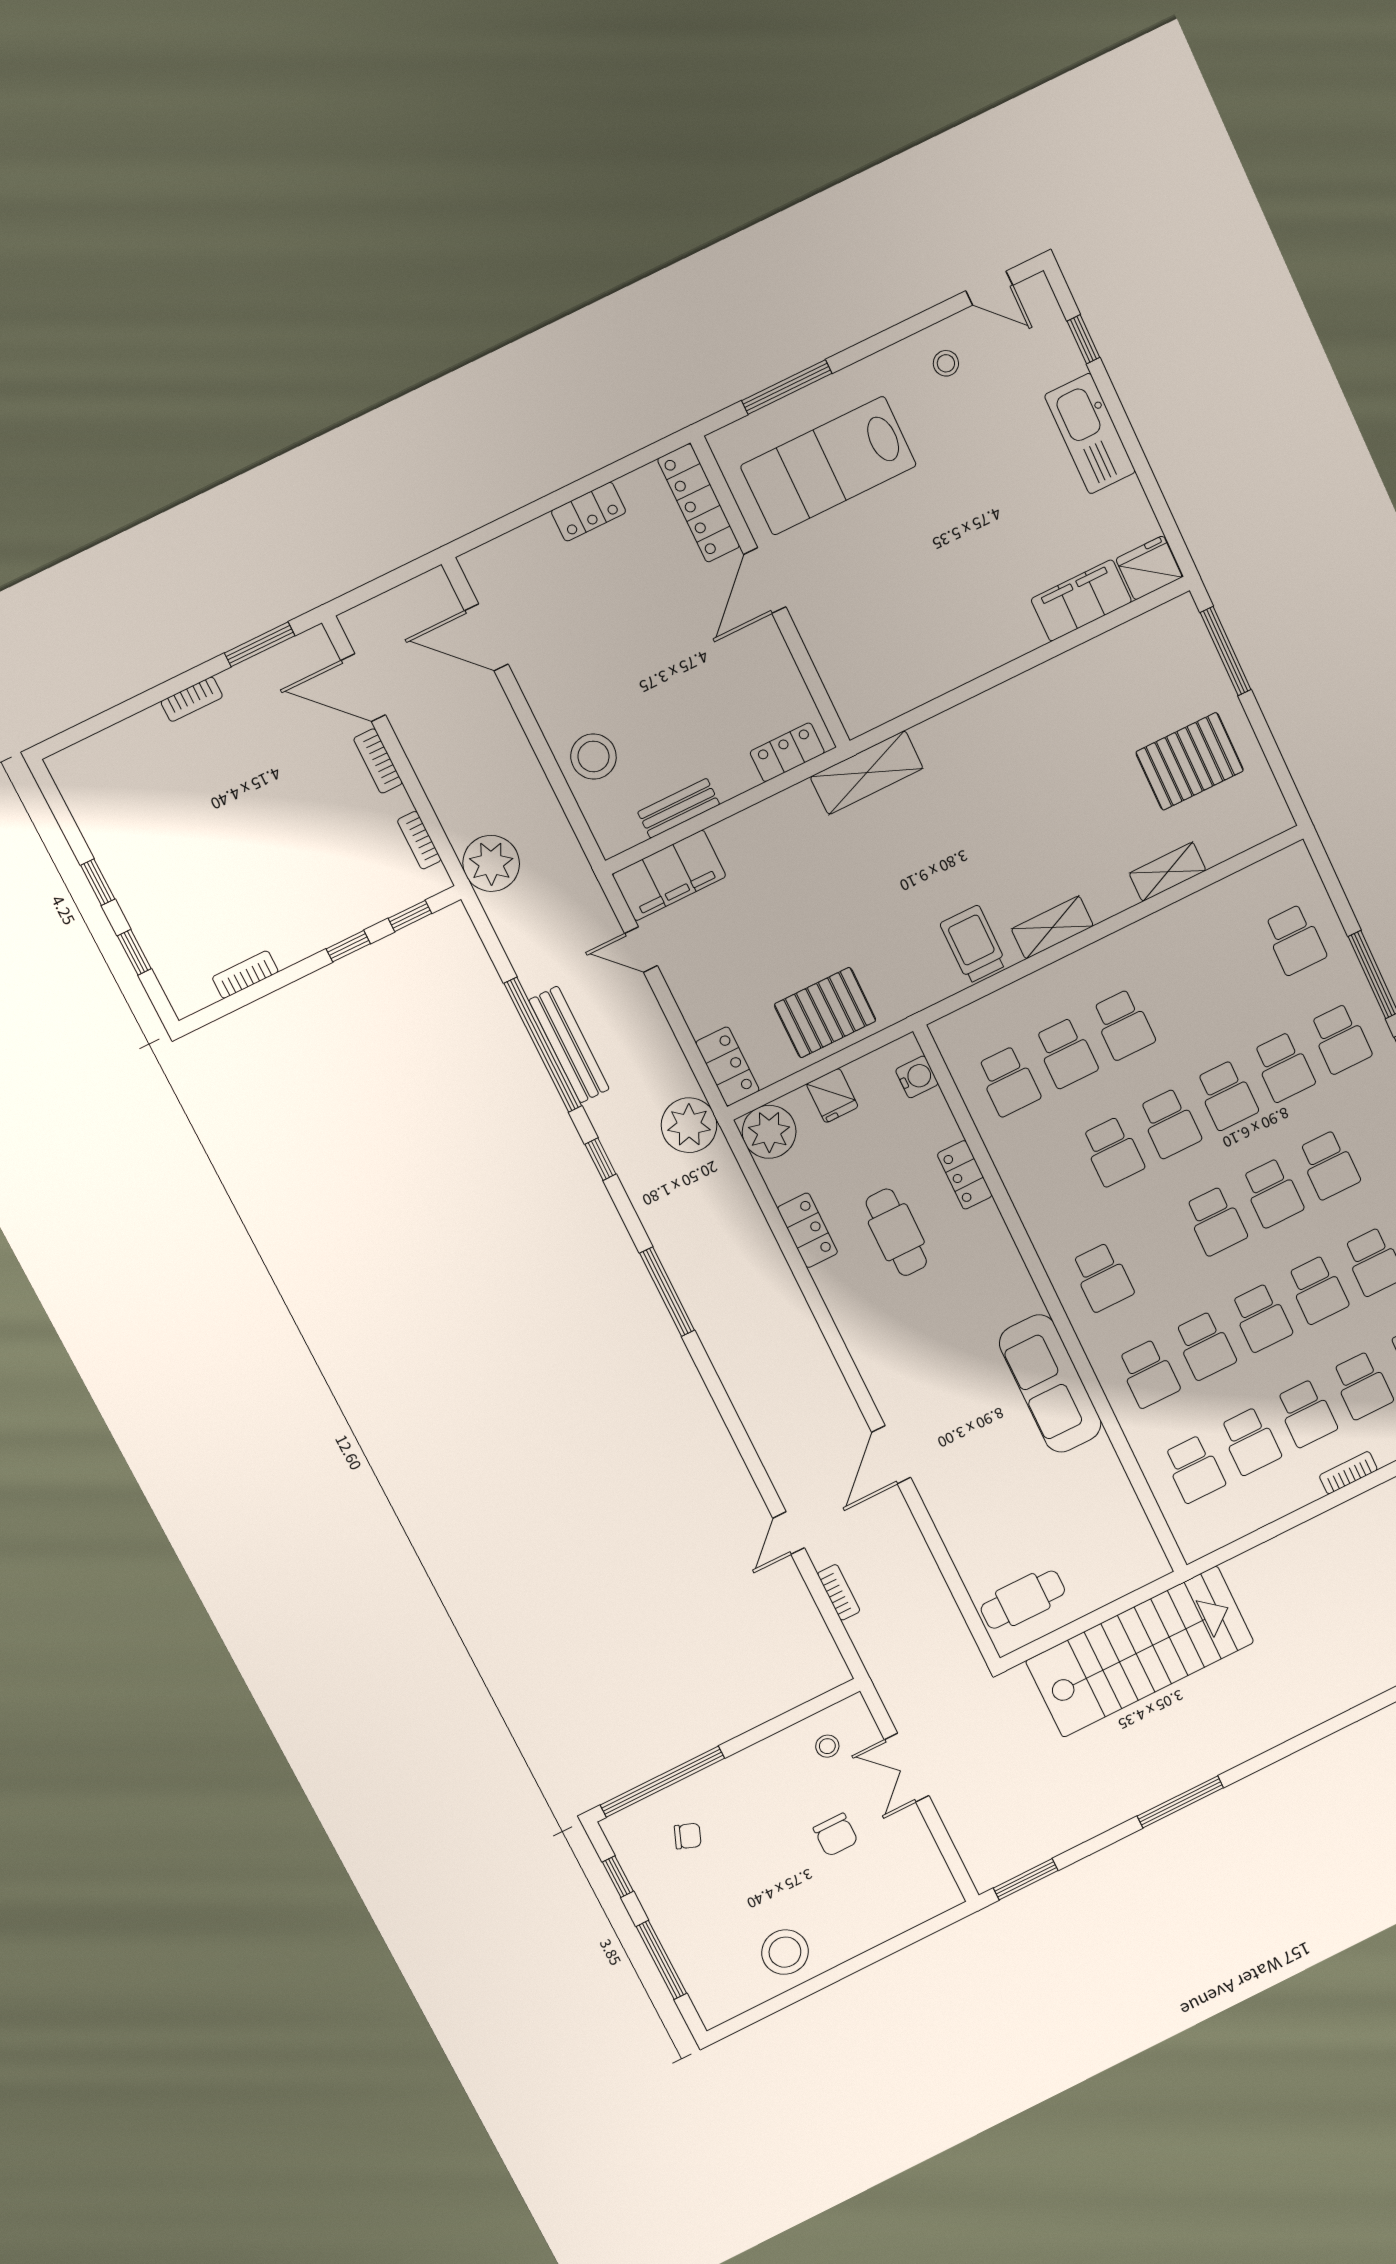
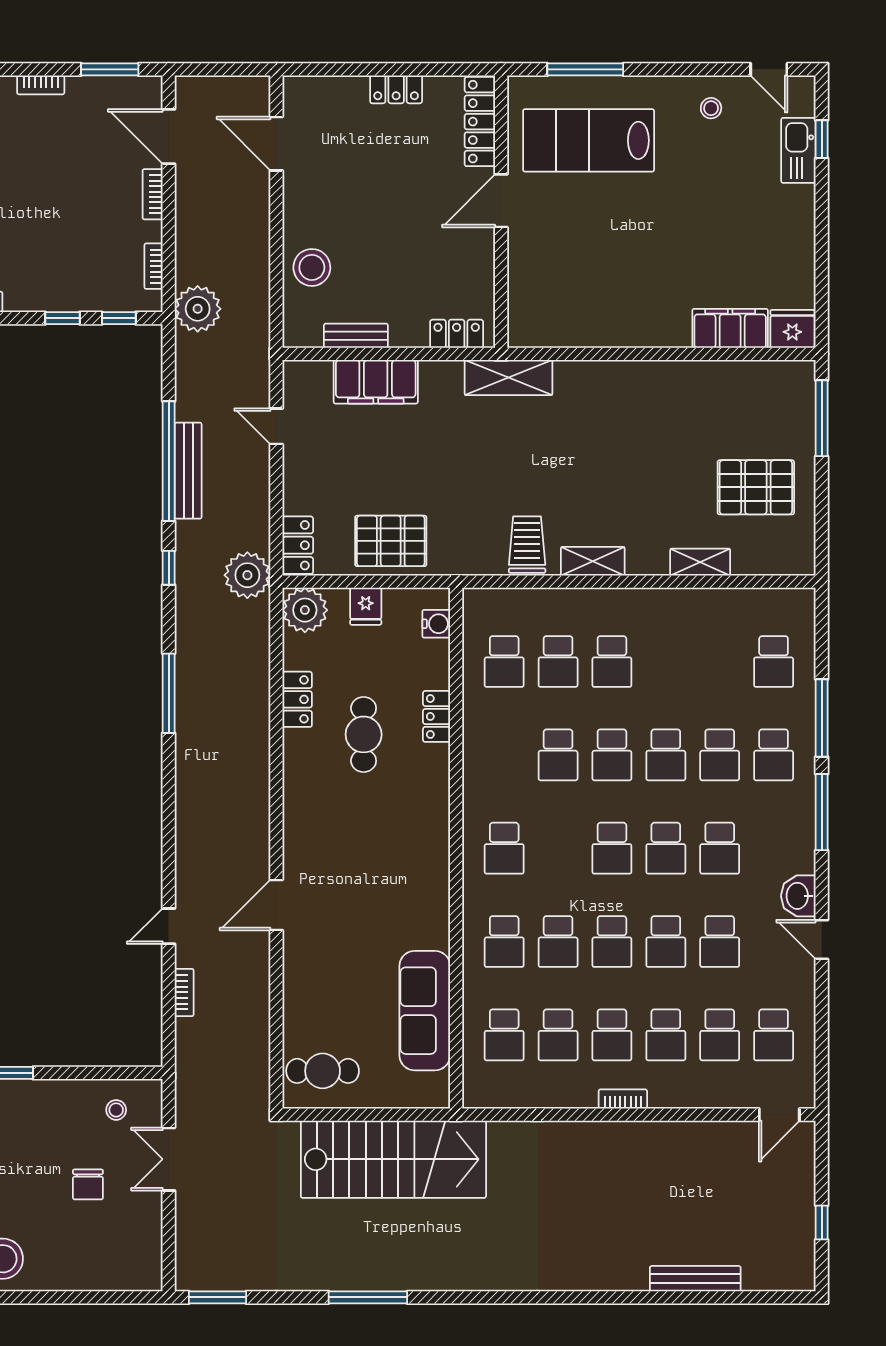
kitchen sink: (1090, 434) -> (798, 150), moved, width x0.73, depth x0.81
filing cabinet: (669, 875) -> (376, 382), moved
sofa: (1050, 1384) -> (425, 1011), moved

